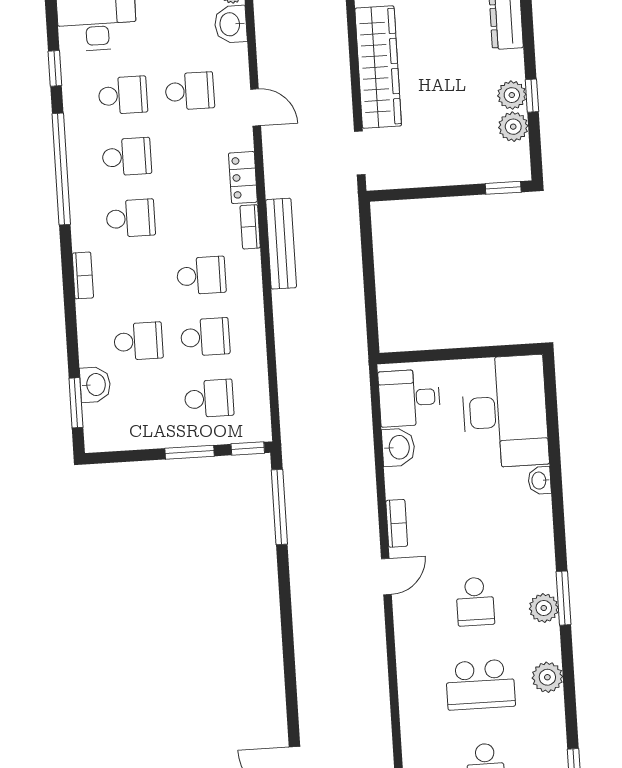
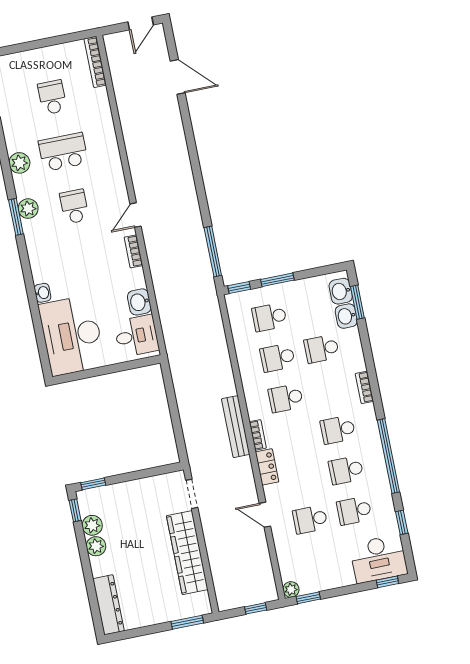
washbasin: (231, 24) -> (341, 291), moved, turned 180
window: (532, 96) -> (75, 510), moved

